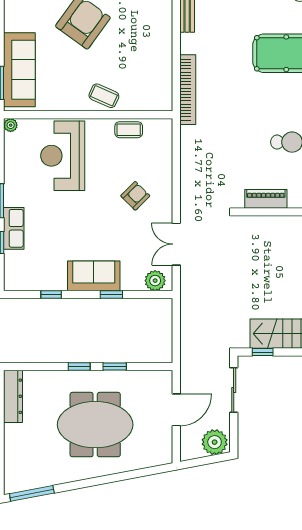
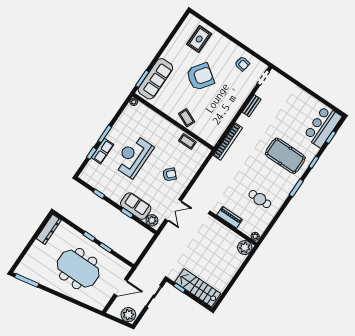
reception desk: (63, 156) -> (133, 156), moved
double door: (176, 244) -> (173, 210), swing flipped
sofa: (94, 276) -> (136, 206), moved

